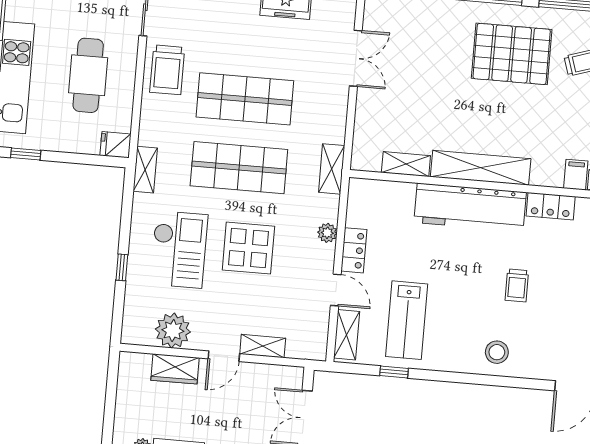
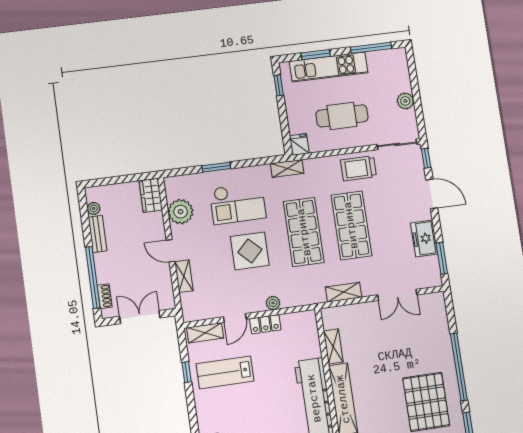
shelving: (332, 169) -> (344, 292), moved
window: (122, 267) -> (216, 167), width x1.50
wardrobe: (175, 369) -> (151, 195), moved

